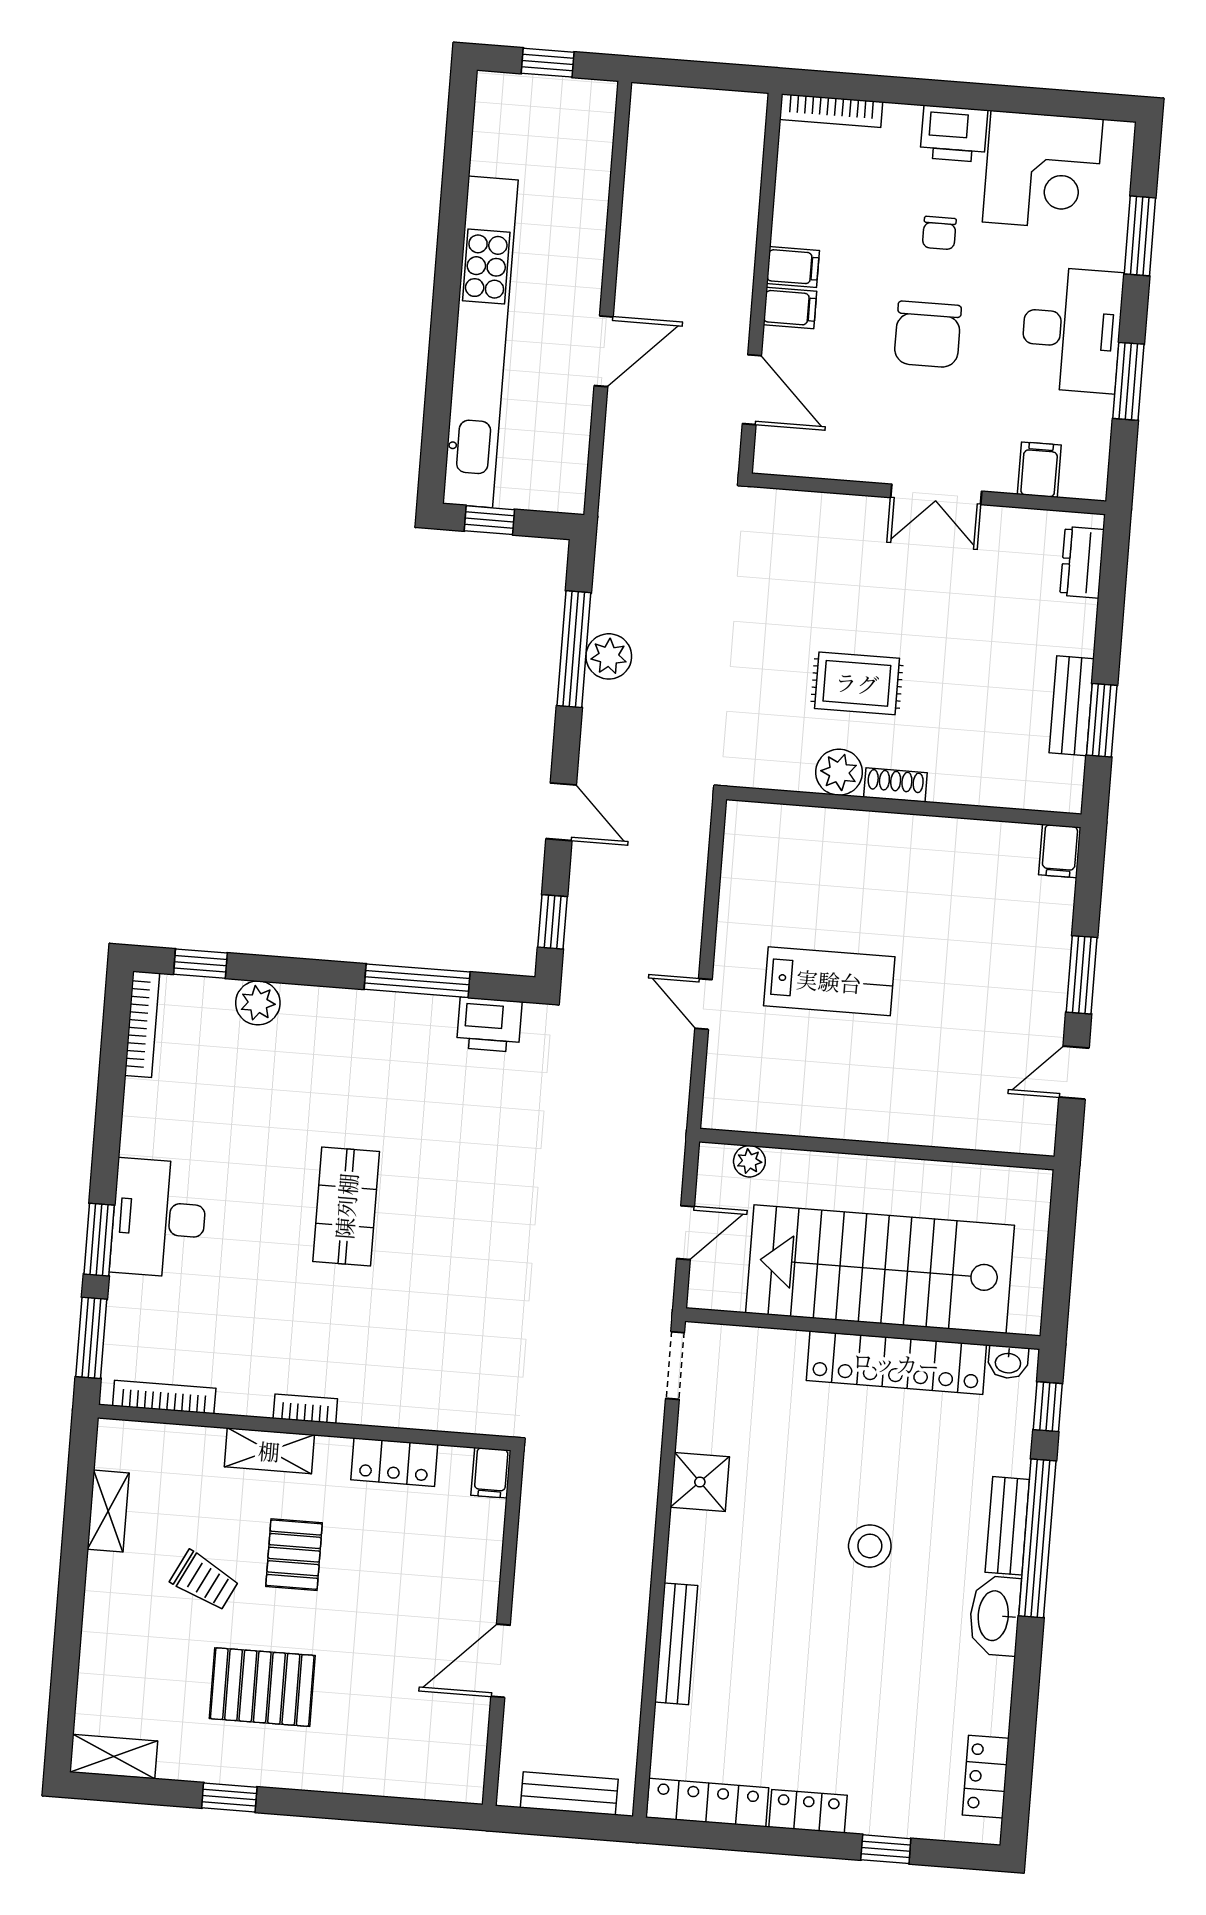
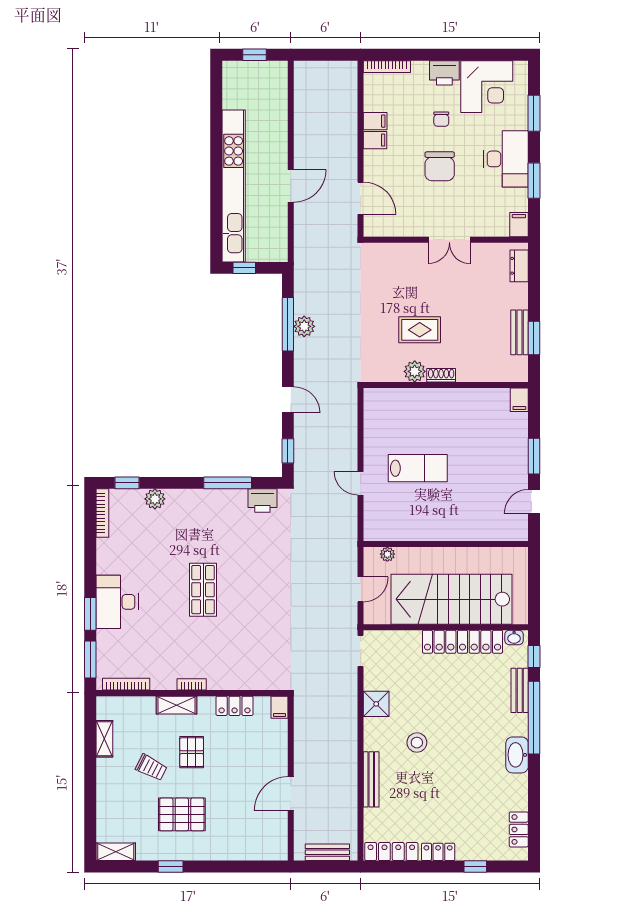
filing cabinet: (790, 308) -> (375, 121), moved
filing cabinet: (1039, 470) -> (519, 225), moved
bench: (1007, 1526) -> (520, 690), moved
stool: (870, 1546) -> (417, 743), moved

